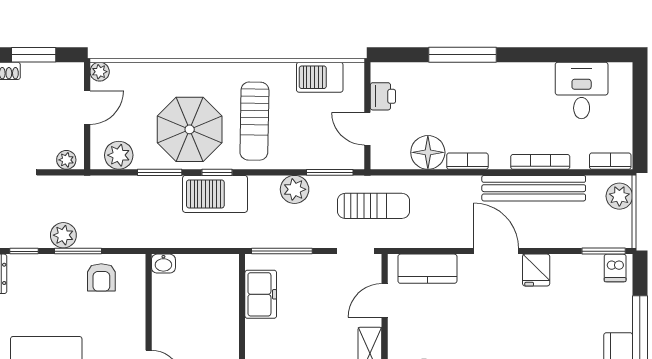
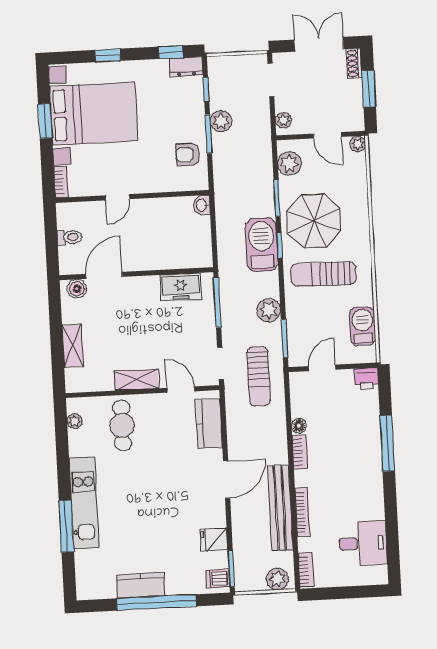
printer: (383, 96) -> (366, 378), moved
floor lamp: (428, 152) -> (299, 426), width x0.53, depth x0.53
fridge: (536, 270) -> (214, 539), moved

